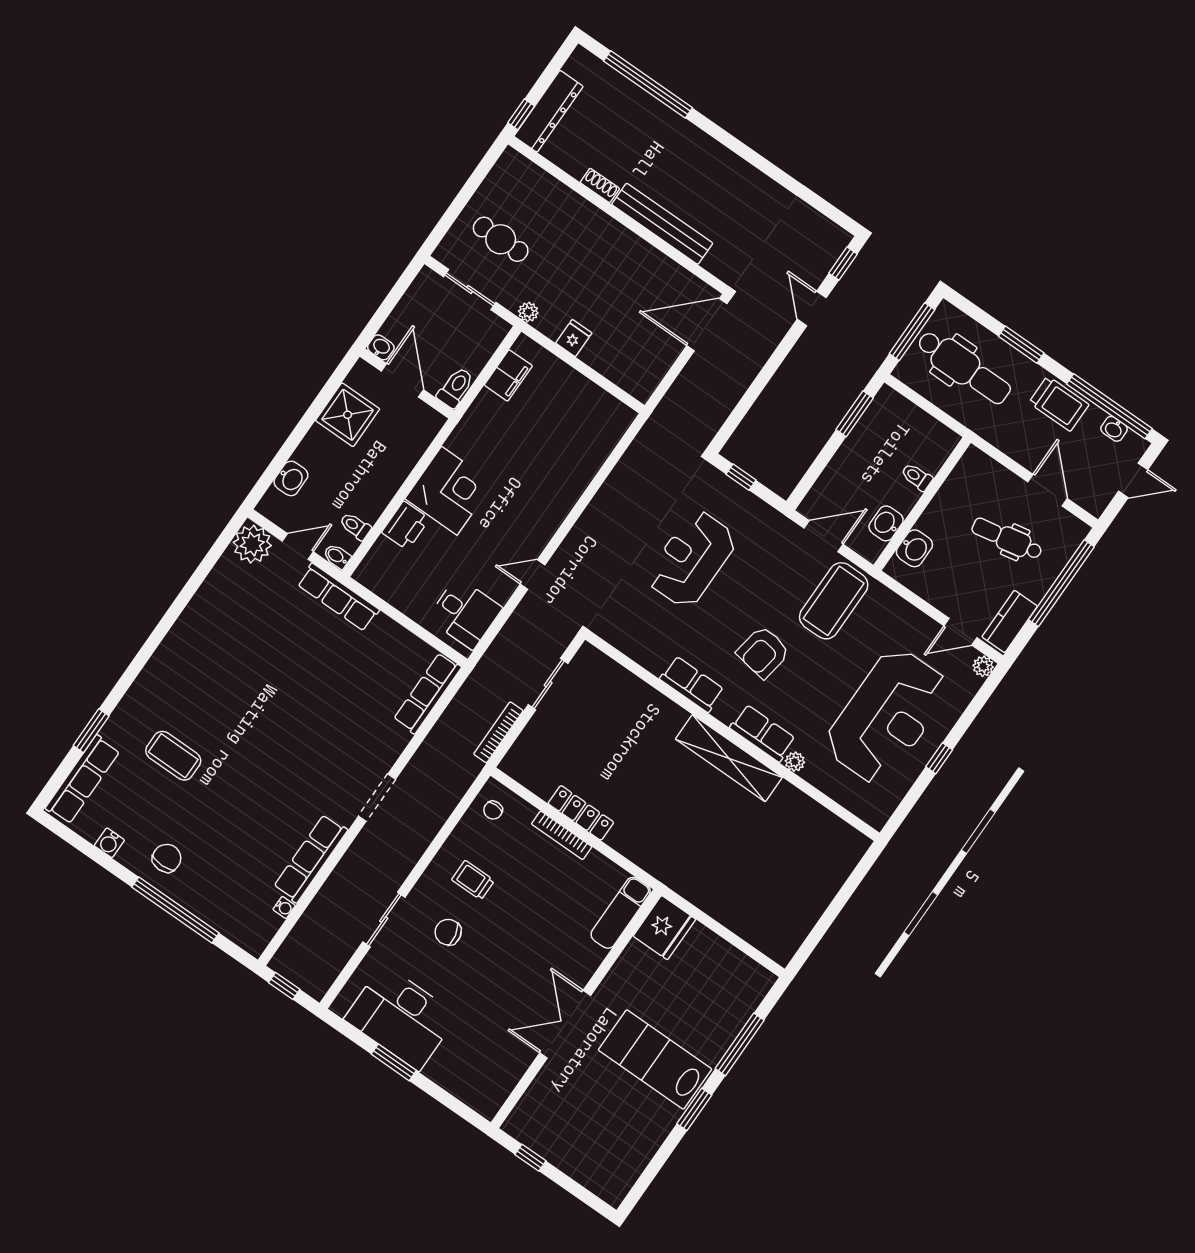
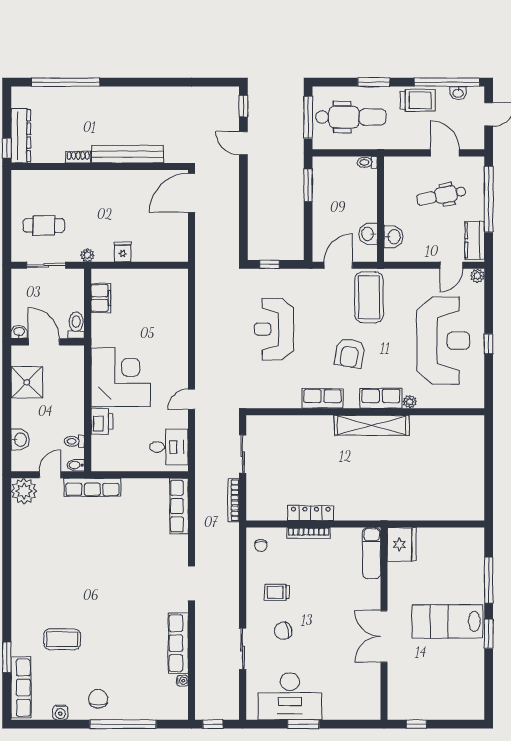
toilet: (917, 477) -> (367, 162), moved
corner desk: (449, 491) -> (121, 377), width x1.36, depth x1.36

